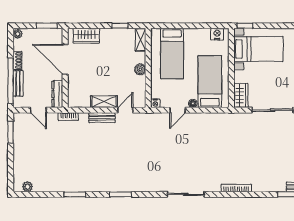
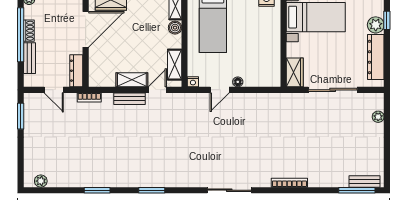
door: (65, 59) -> (86, 29), swing flipped
boiler: (140, 69) -> (175, 28), moved
window: (11, 81) -> (21, 35), moved
bed: (210, 82) -> (258, 56), removed
shelving: (140, 89) -> (175, 65), added

